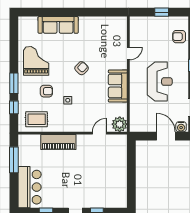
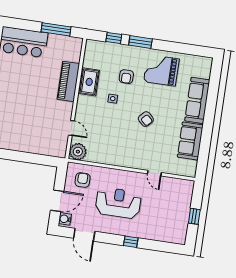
armchair: (179, 37) -> (83, 180), moved
grand piano: (36, 61) -> (161, 70), turned 180
reception desk: (160, 82) -> (118, 203), turned 180
sofa: (118, 86) -> (190, 141), moved, turned -90
rug: (37, 119) -> (89, 82), moved

